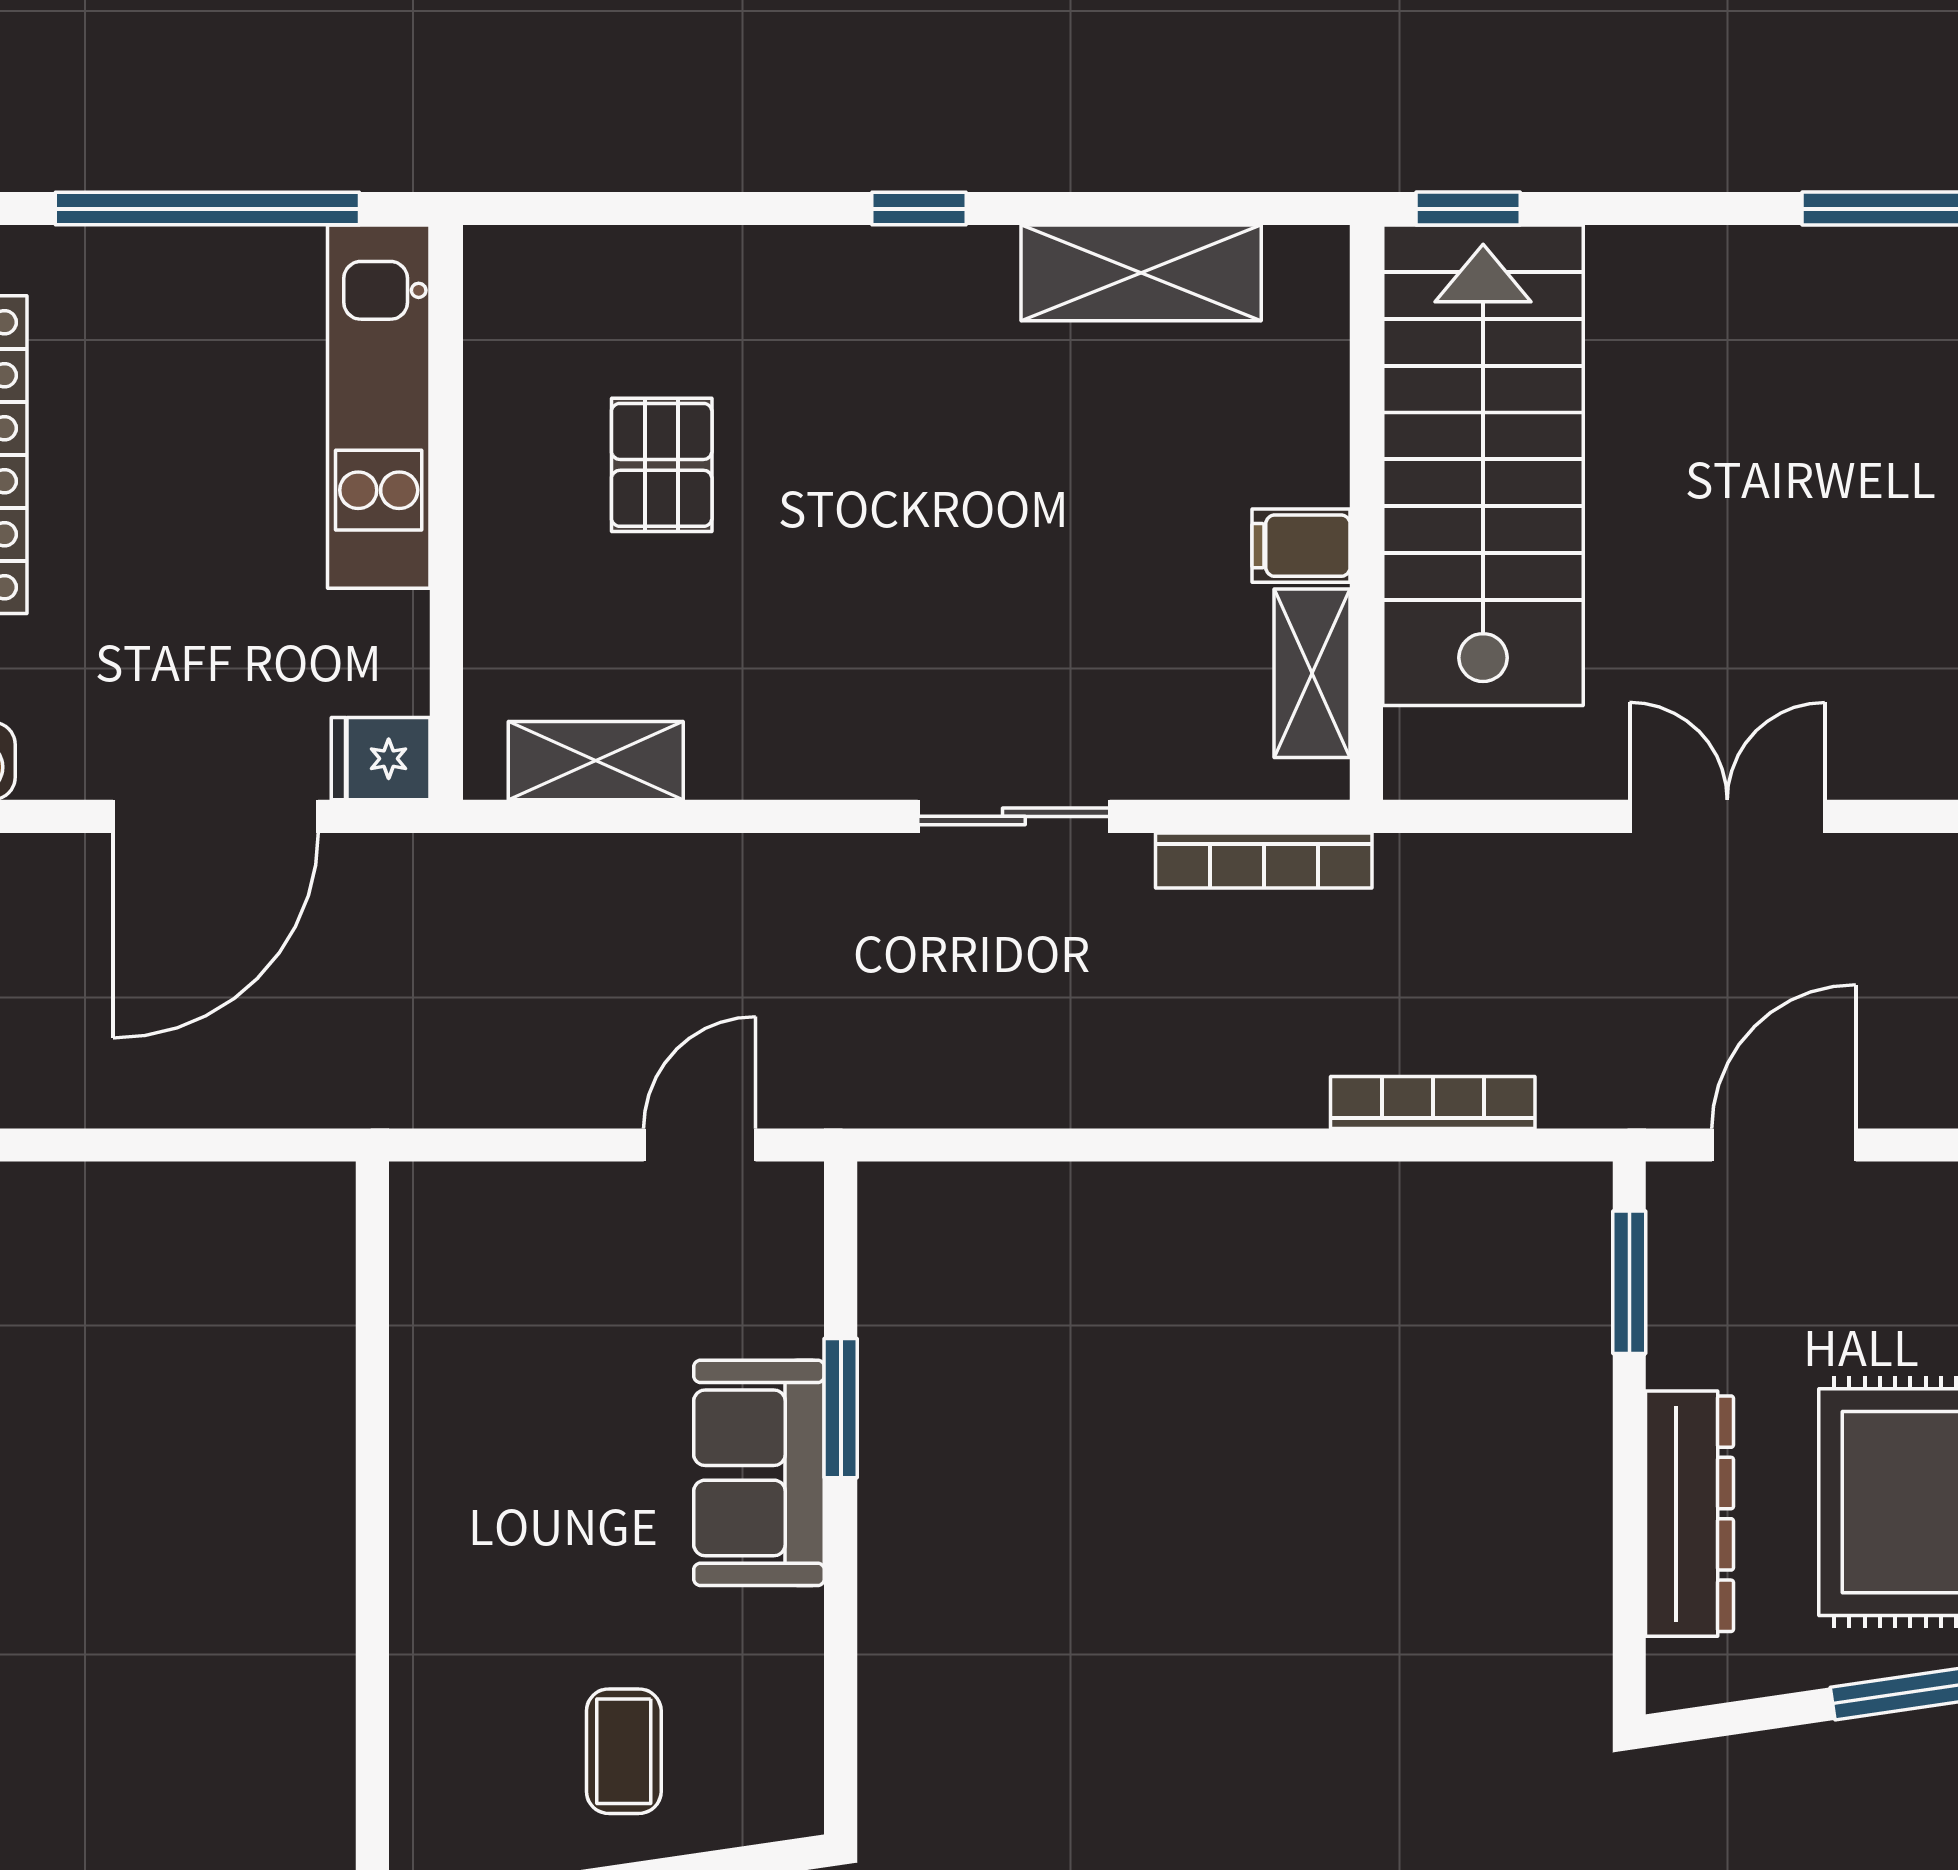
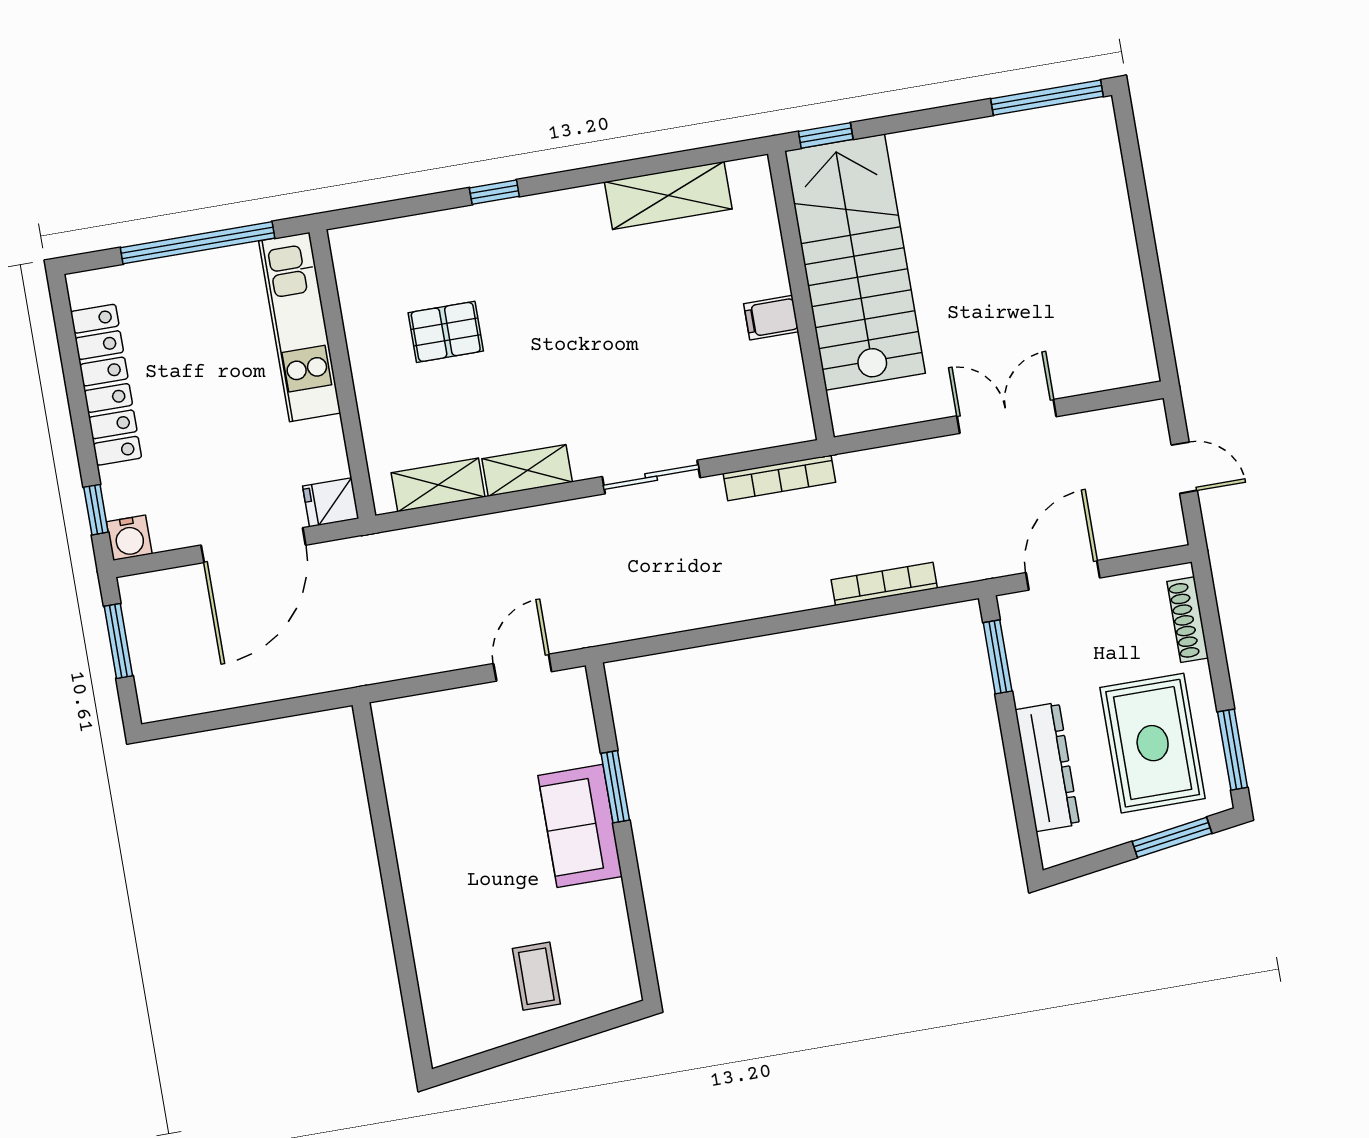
window: (919, 209) -> (494, 192), moved
pallet: (662, 465) -> (446, 332), turned 90
shelving: (1312, 673) -> (527, 470), moved, turned 90

